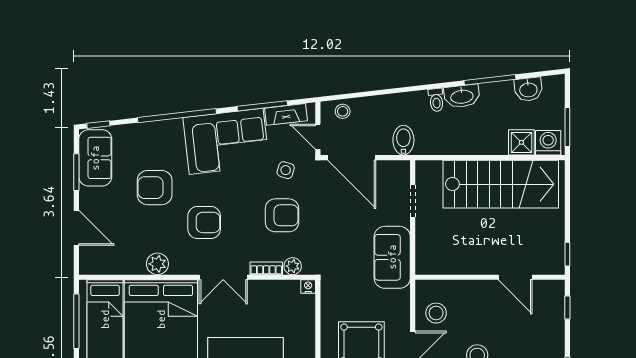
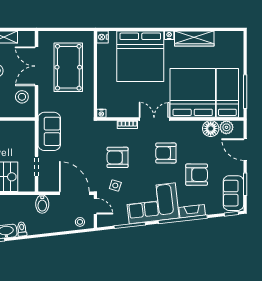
fireplace: (286, 114) -> (192, 211), moved
floor lamp: (132, 262) -> (211, 129), added
plant: (157, 264) -> (226, 127), moved
plant: (293, 266) -> (111, 126), removed

